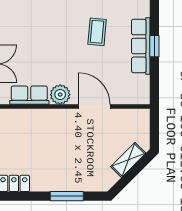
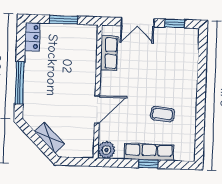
plant: (60, 95) -> (106, 150), moved
window: (67, 196) -> (20, 83), width x1.44

